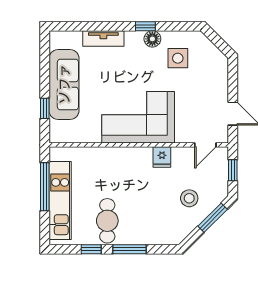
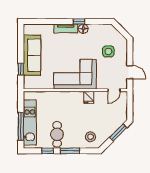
tv unit: (103, 38) -> (66, 28), moved
side table: (178, 58) -> (108, 51), moved
window: (233, 170) -> (130, 105), removed
window: (45, 187) -> (21, 126), moved
stool: (189, 198) -> (91, 137), moved

